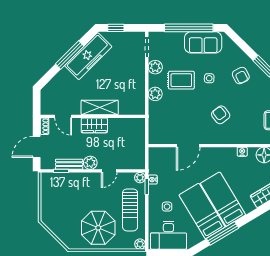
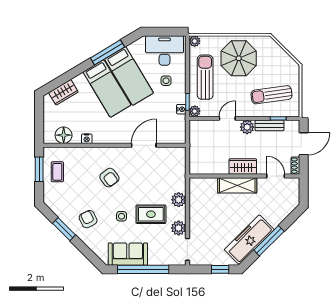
sun lounger: (67, 193) -> (271, 95), added

